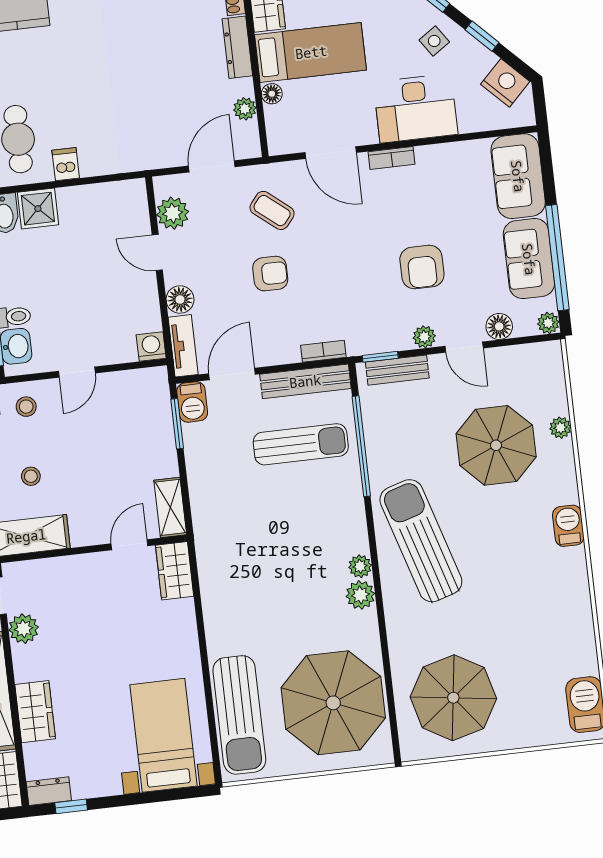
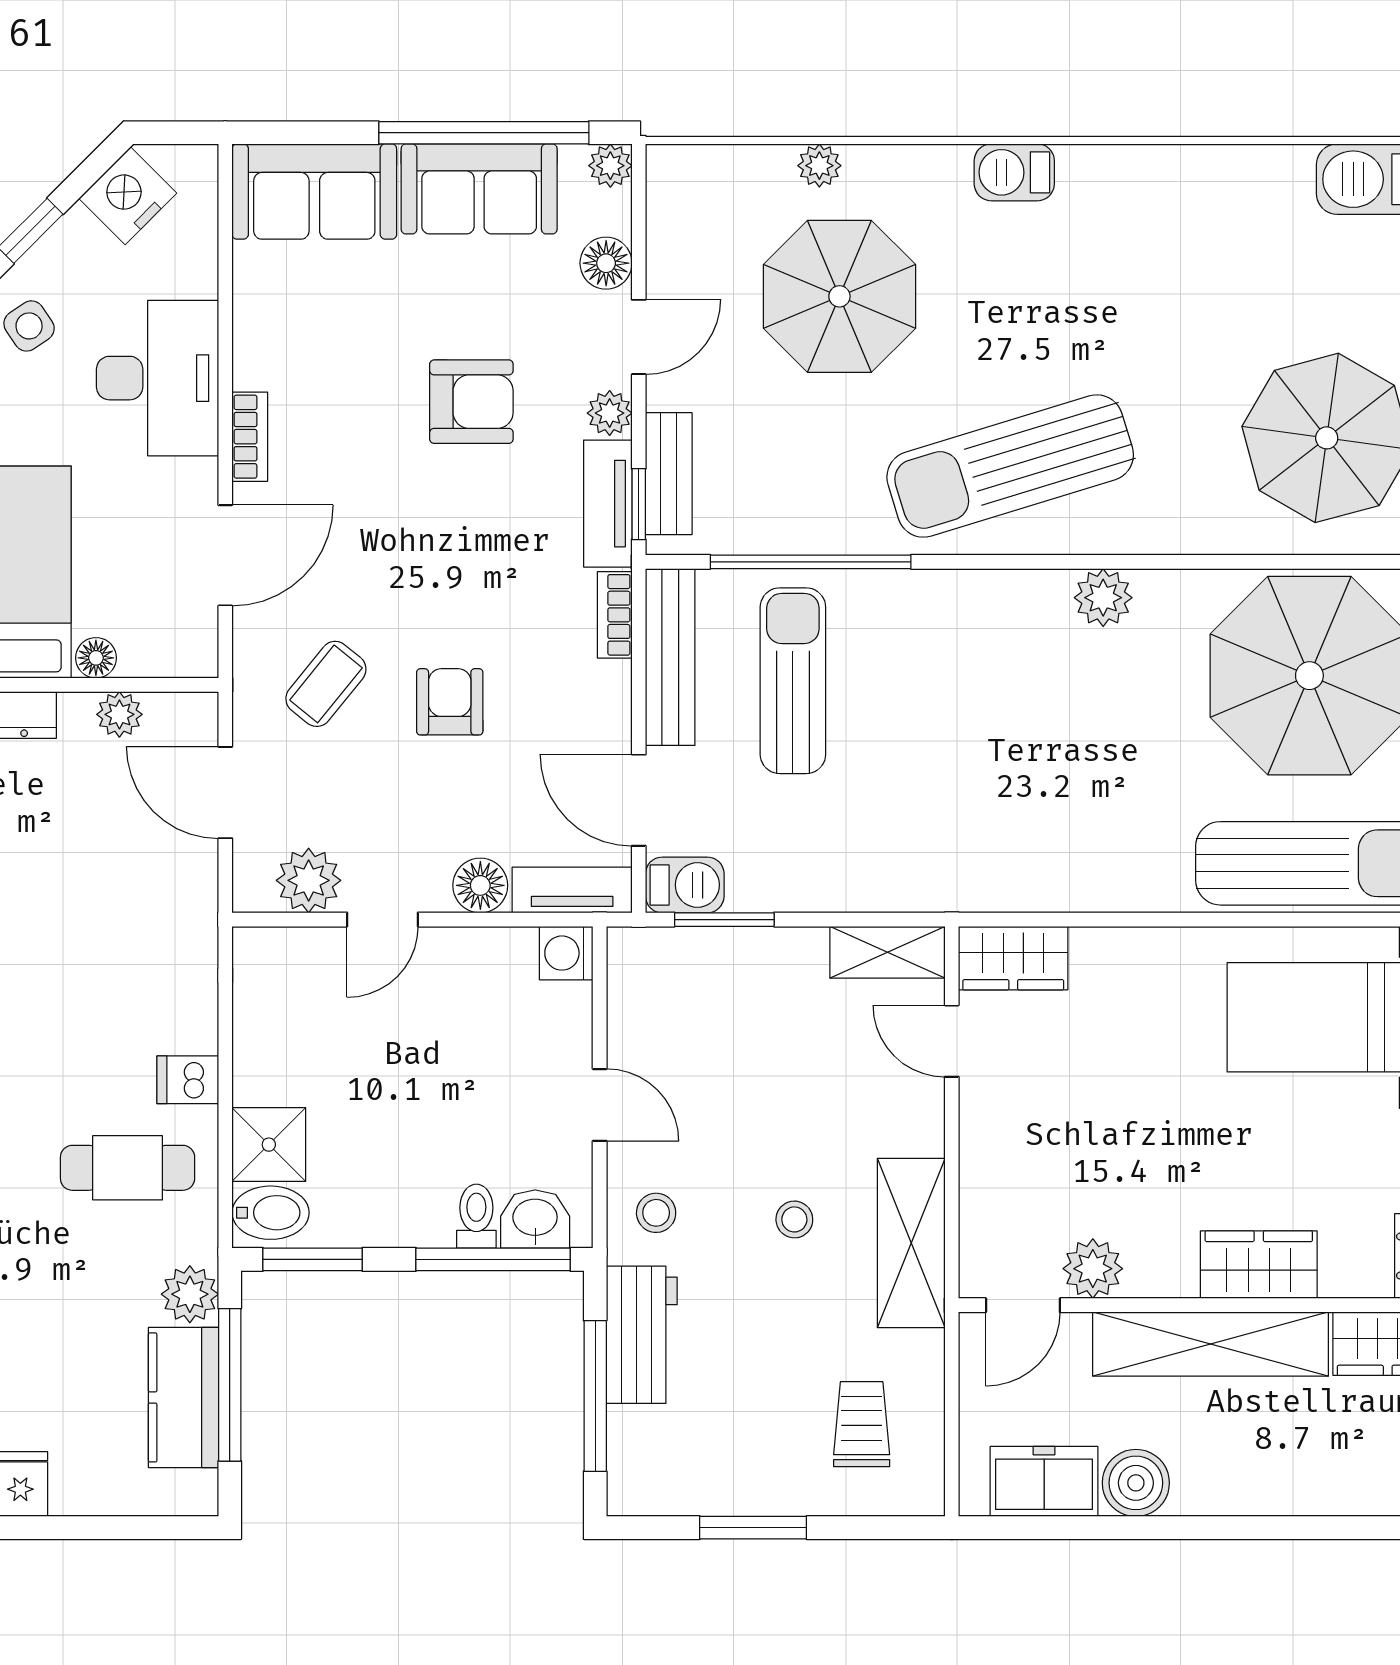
tv unit: (379, 341) -> (608, 504), added
plant: (360, 566) -> (1047, 592), removed

